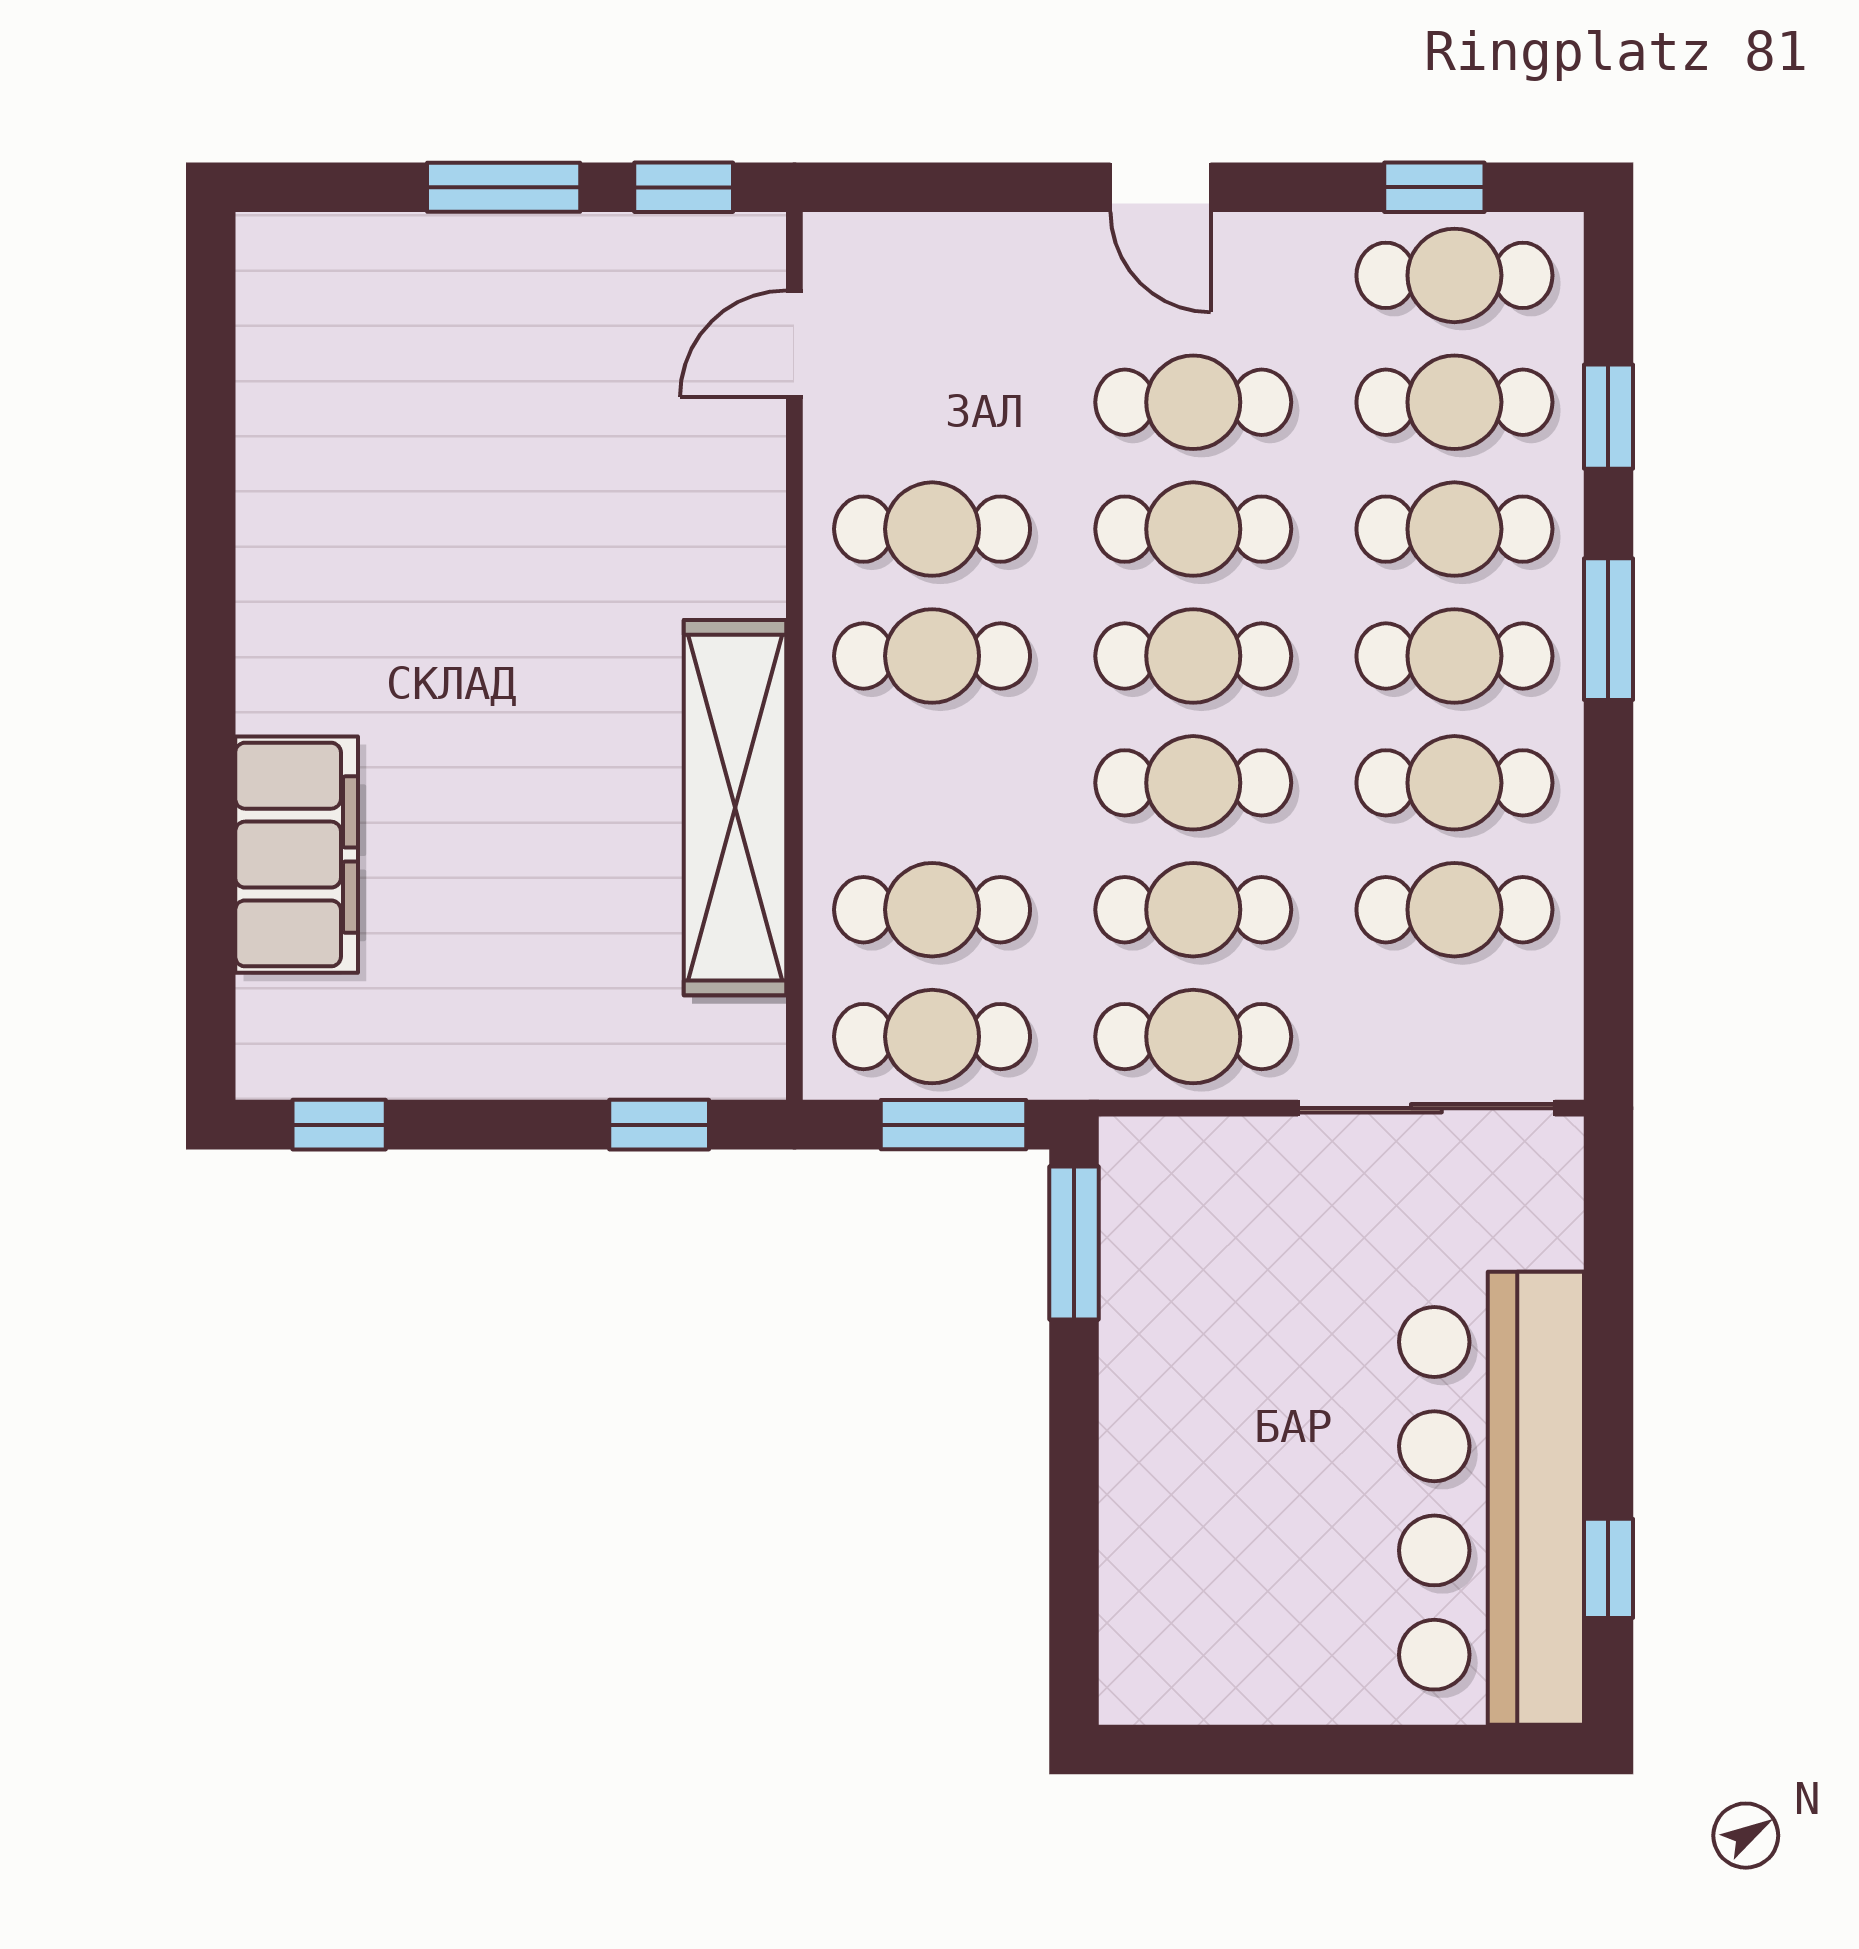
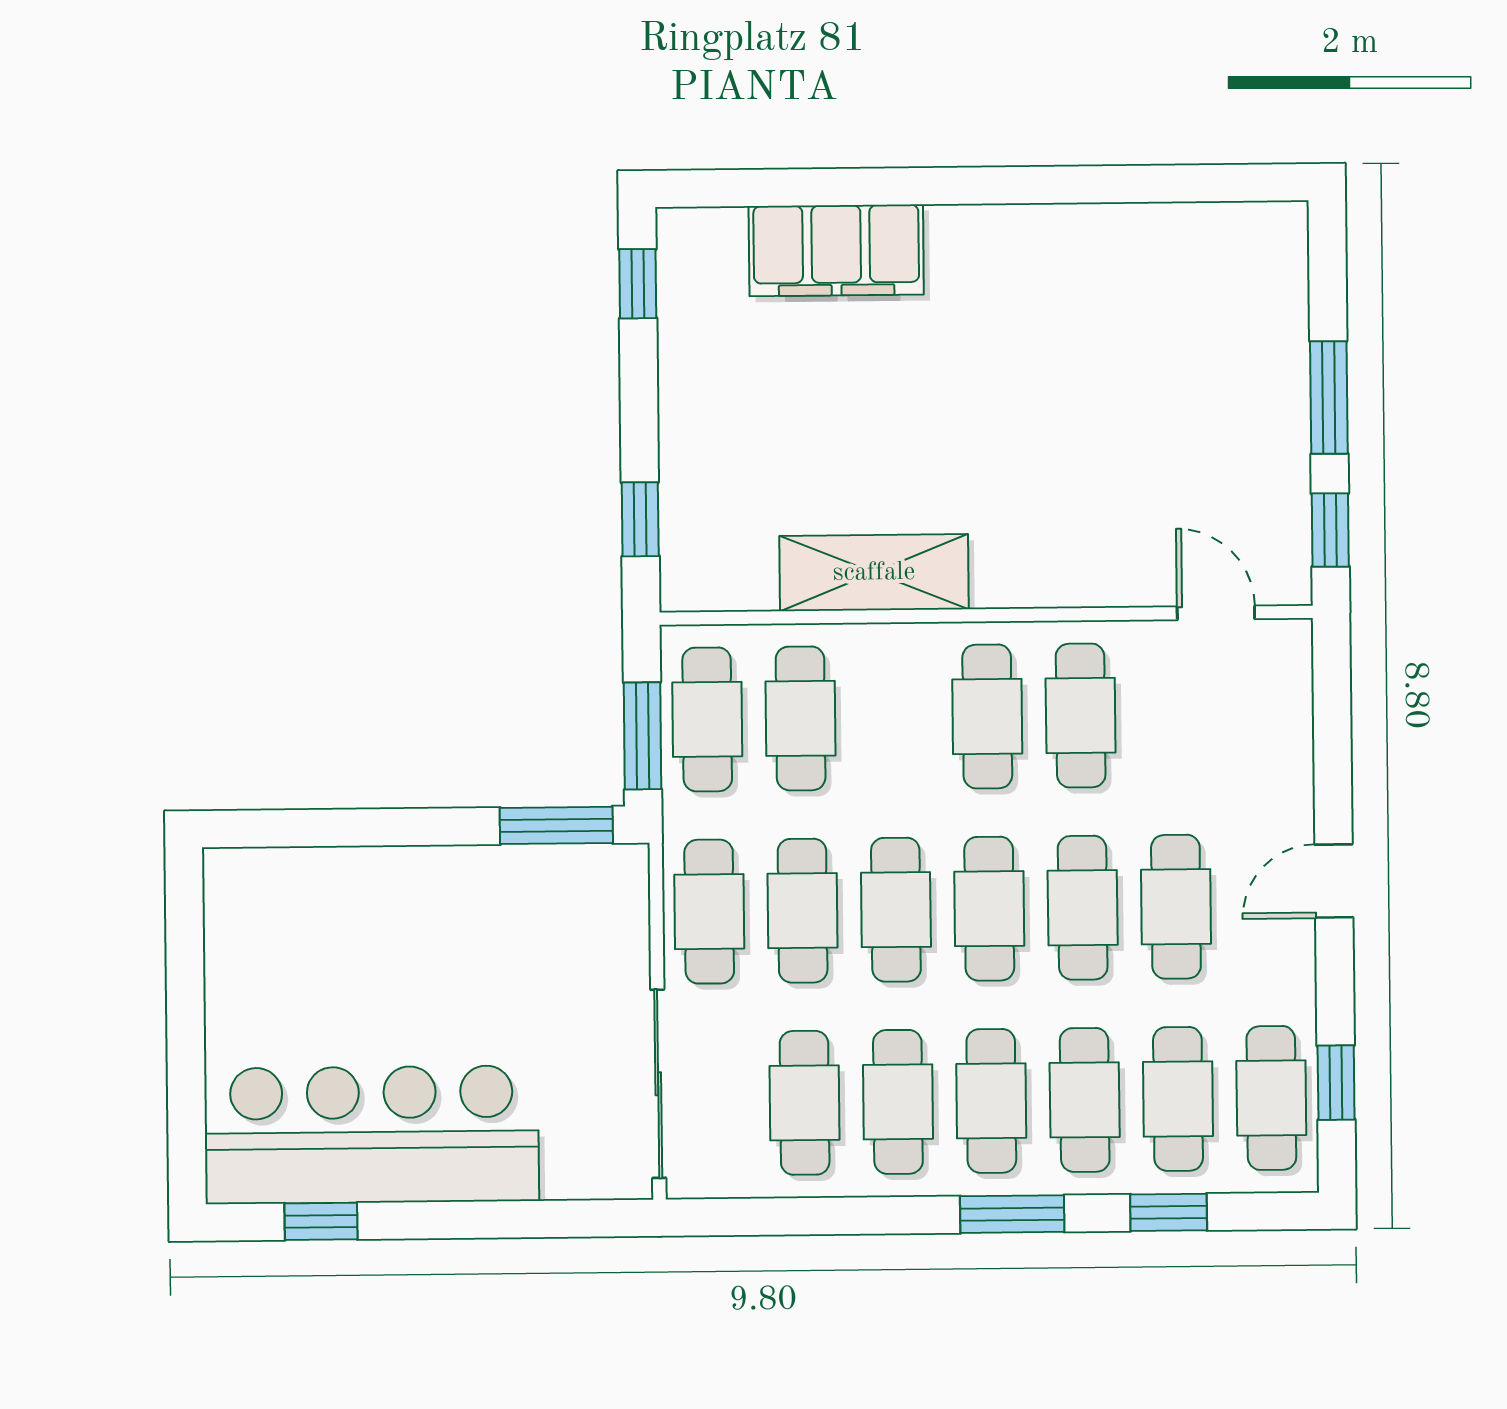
shelving: (735, 808) -> (874, 573), width x0.68

